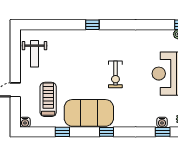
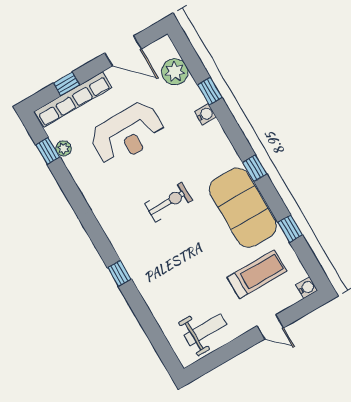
treadmill: (48, 99) -> (257, 274), turned 180
water cooler: (162, 122) -> (205, 114), moved

